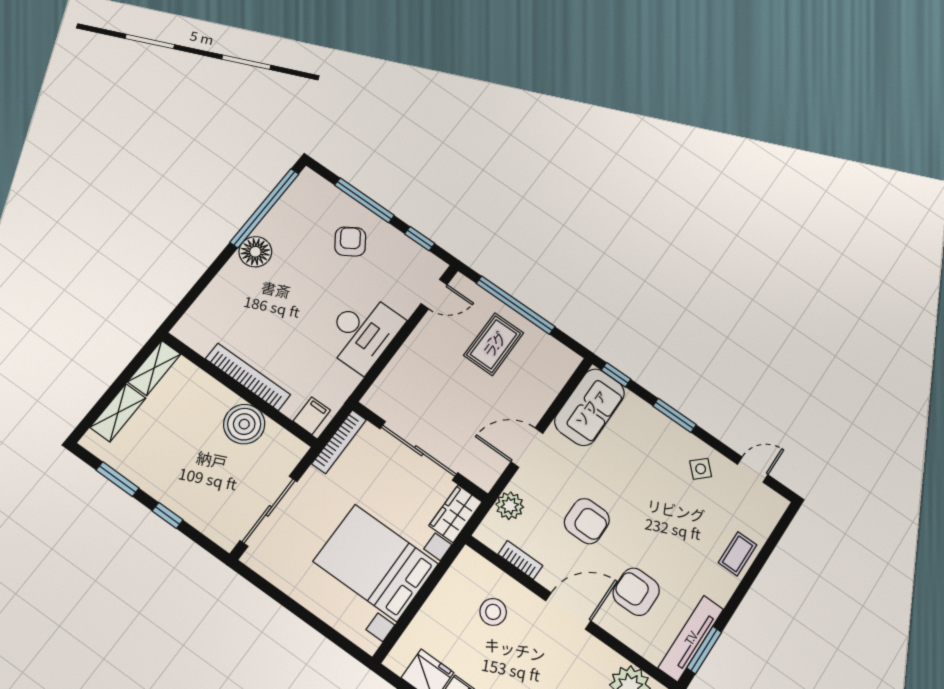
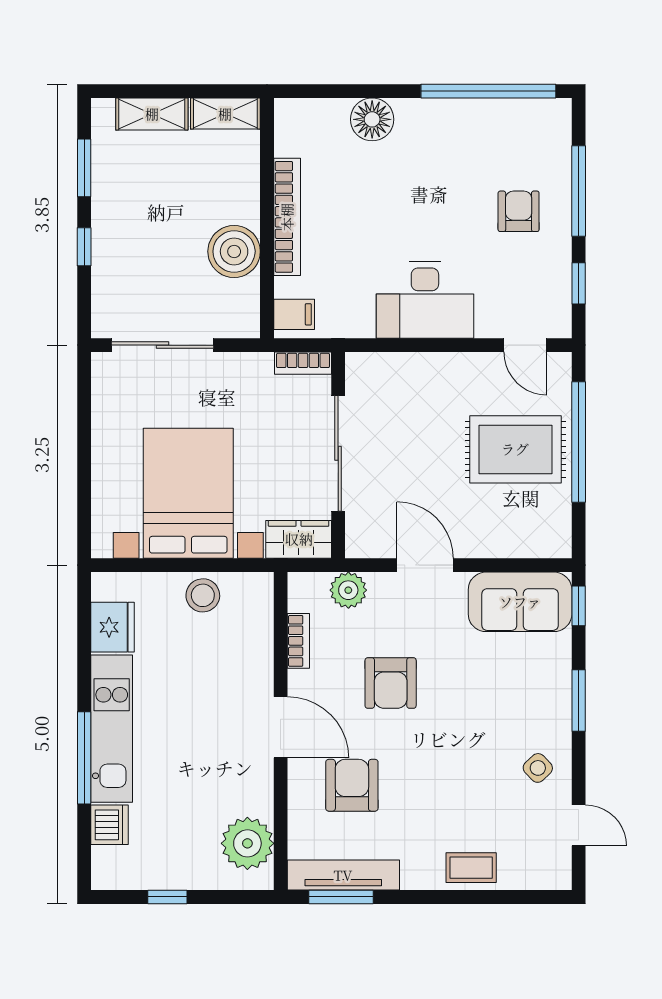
armchair: (350, 242) -> (519, 211), turned -56
floor lamp: (255, 252) -> (372, 119), moved
rug: (494, 344) -> (515, 449), width x1.36, depth x1.43
bookcase: (339, 442) -> (303, 363), width x0.64
stool: (493, 612) -> (203, 595), moved

